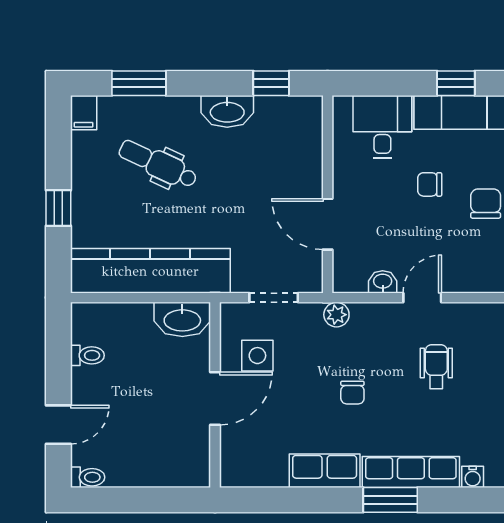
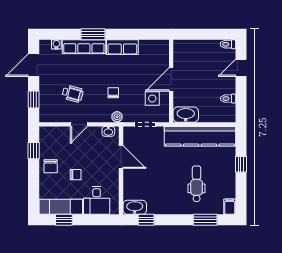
washbasin: (227, 111) -> (135, 207), moved
dental chair: (158, 164) -> (197, 184), turned -115
washbasin: (383, 282) -> (108, 131), moved
wheelchair: (436, 367) -> (73, 94), turned -75
chair: (352, 393) -> (113, 93), moved

